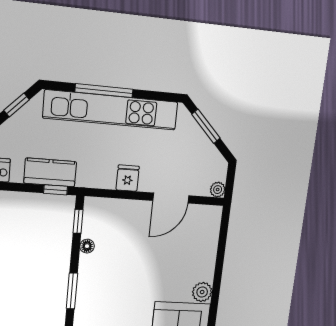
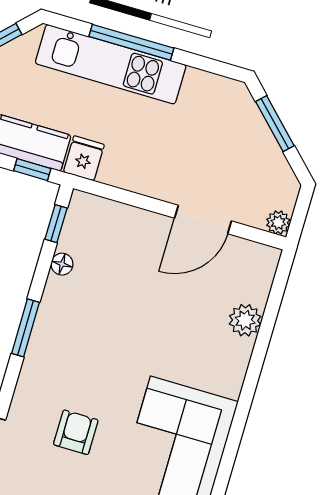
kitchen unit: (111, 110) -> (111, 64), width x0.73
fridge: (128, 178) -> (84, 158), moved
plant: (202, 292) -> (245, 320), moved

